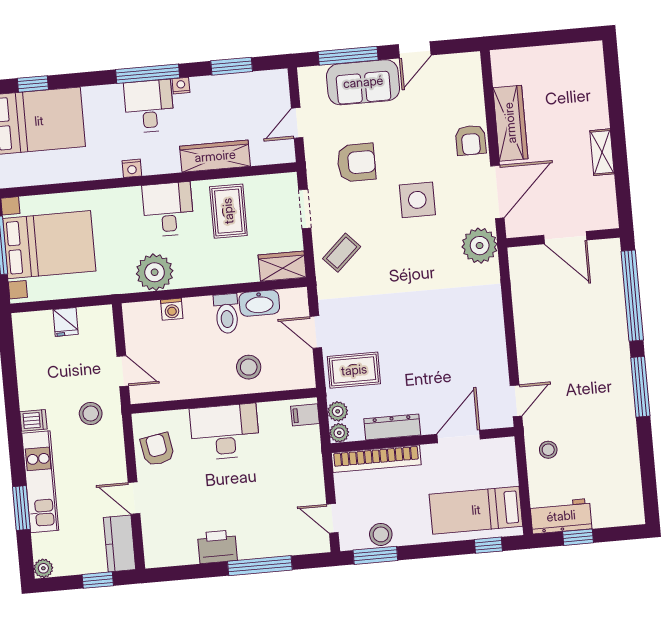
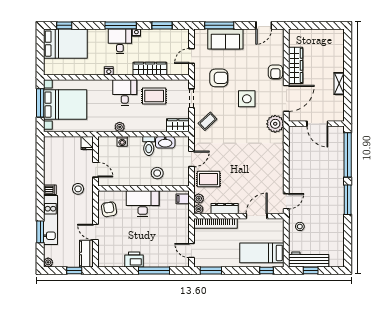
door: (415, 50) -> (264, 25), moved
rug: (228, 211) -> (154, 96), turned 90
plant: (155, 272) -> (120, 127), width x0.53, depth x0.53
fridge: (66, 322) -> (87, 143), moved
door: (316, 332) -> (191, 159), swing flipped
workbench: (561, 516) -> (309, 260), width x1.38
stool: (381, 534) -> (214, 261), removed

